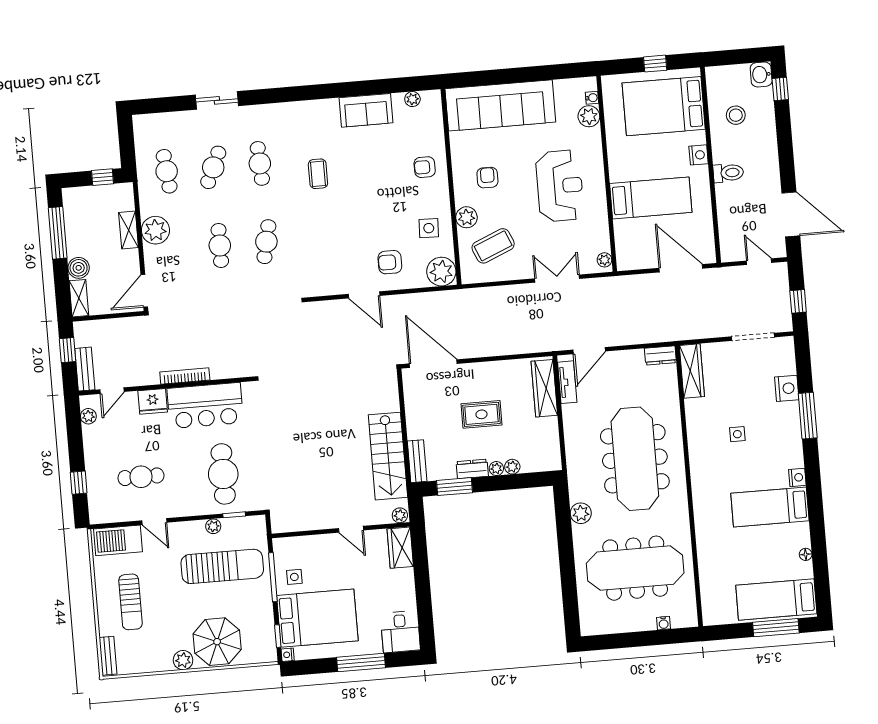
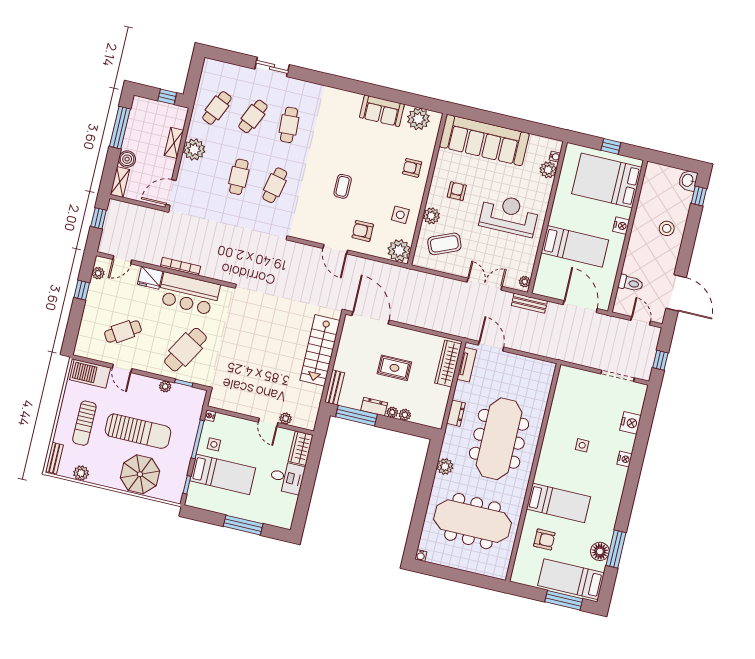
plant: (412, 99) -> (418, 119), width x1.87, depth x1.87
stool: (736, 115) -> (667, 228), moved
cafe table: (167, 171) -> (217, 108), turned 30
toilet: (728, 173) -> (631, 283), moved
coffee table: (318, 174) -> (343, 186), moved
reception desk: (560, 186) -> (509, 215), turned -90
door: (589, 351) -> (491, 346), swing flipped
dresser: (660, 356) -> (456, 413), moved, turned -90
bench: (85, 369) -> (529, 303), moved, turned 90
wardrobe: (692, 371) -> (563, 387), removed
window: (808, 416) -> (616, 549), moved
stairs: (388, 456) -> (320, 350), moved
cafe table: (223, 474) -> (185, 350), turned 30
cafe table: (141, 477) -> (123, 332), turned -32
nightstand: (797, 477) -> (625, 459), moved
window: (79, 483) -> (82, 290), moved
window: (454, 487) -> (356, 416), width x1.44
bed: (770, 507) -> (558, 503), moved, turned 180
plant: (400, 515) -> (286, 419), moved
floor lamp: (806, 554) -> (600, 551), width x1.89, depth x1.89
armchair: (729, 562) -> (544, 539), added
sun lounger: (222, 566) -> (138, 431), moved
bed: (317, 618) -> (223, 474), width x0.67
water cooler: (664, 623) -> (421, 555), moved
desk: (400, 632) -> (287, 477), moved, turned -90
nightstand: (288, 655) -> (210, 416), moved
plant: (183, 660) -> (81, 473), moved

